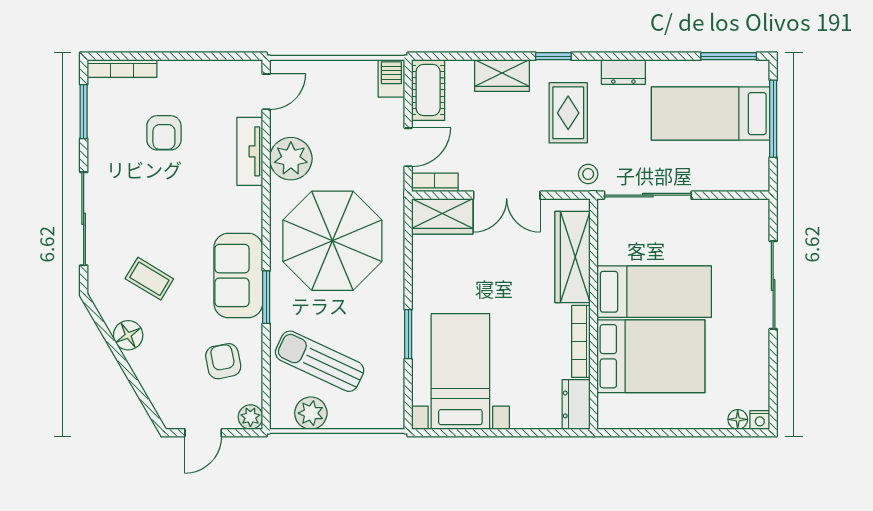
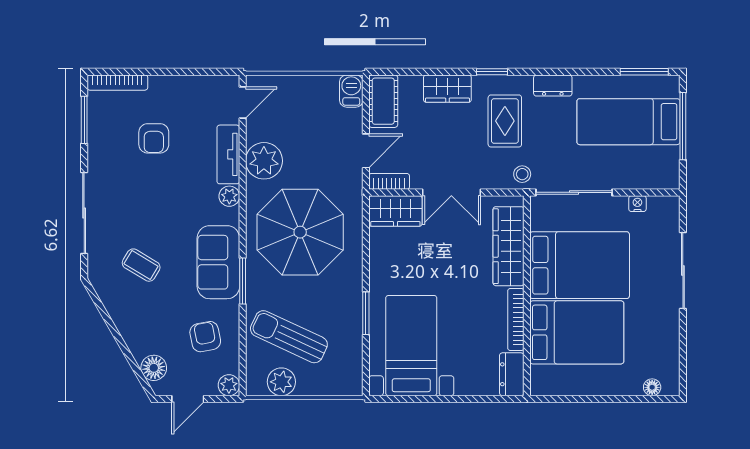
plant: (251, 199) -> (229, 196), added
bed: (654, 292) -> (580, 265), width x1.50
floor lamp: (128, 335) -> (154, 368), moved
nightstand: (760, 420) -> (637, 204), moved, turned 180

